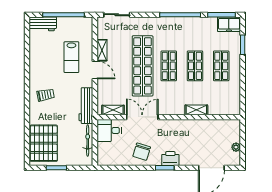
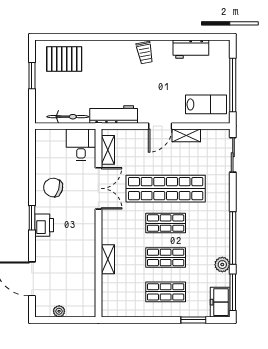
plant: (200, 23) -> (222, 265), added
workbench: (43, 24) -> (191, 49), moved, turned -90
lab bench: (71, 57) -> (206, 104), moved, turned 180
trolley: (46, 95) -> (145, 53), moved
pallet: (44, 143) -> (64, 59), width x0.73, depth x0.71

